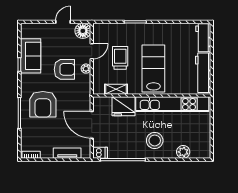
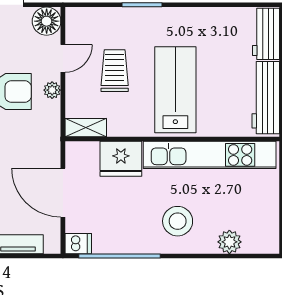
shelving: (116, 89) -> (86, 128), moved

